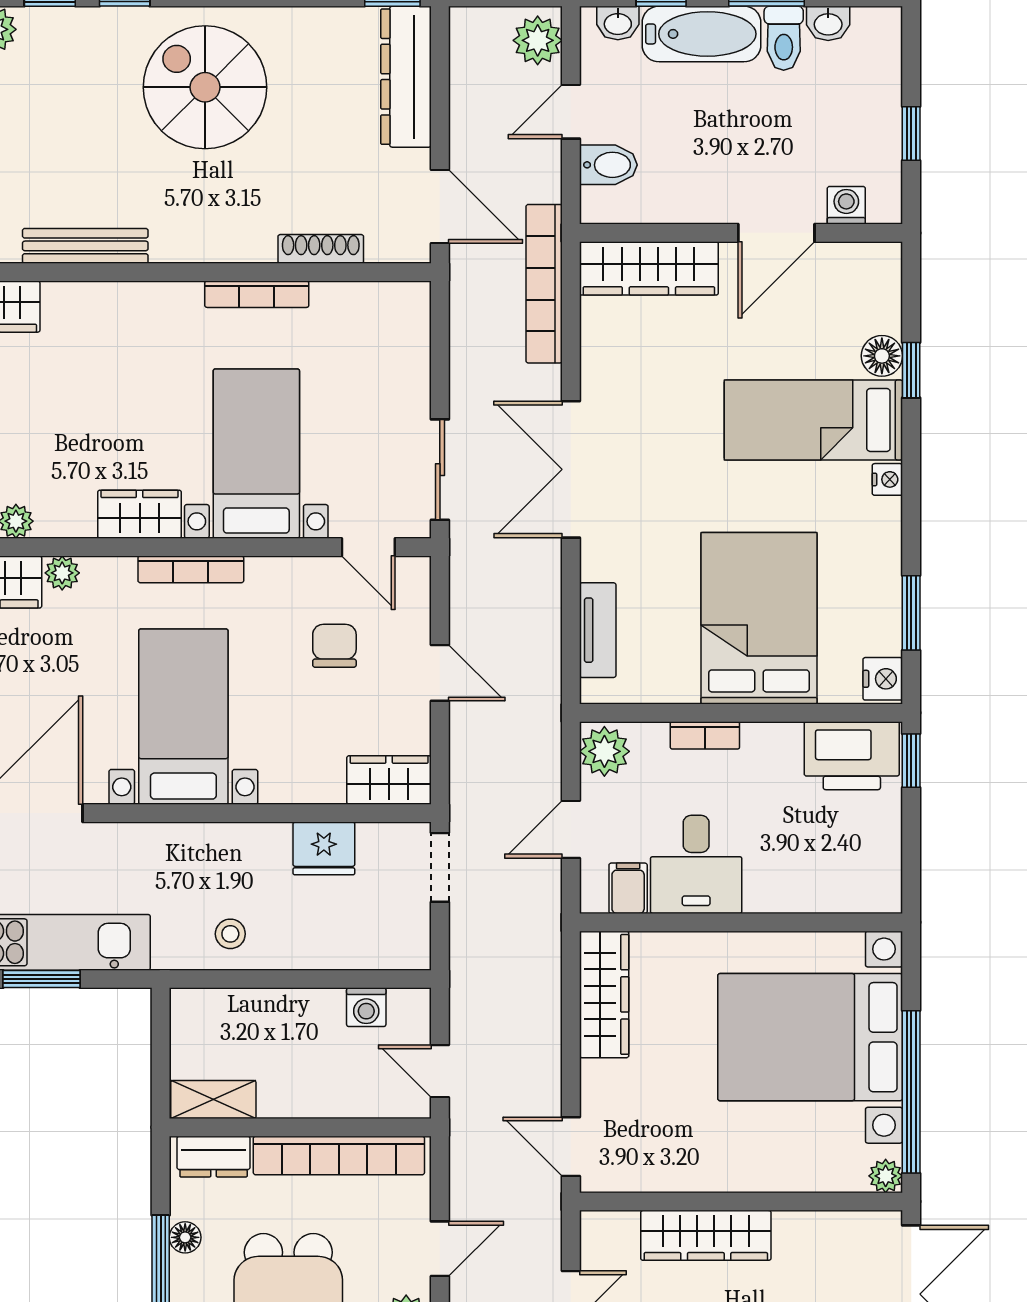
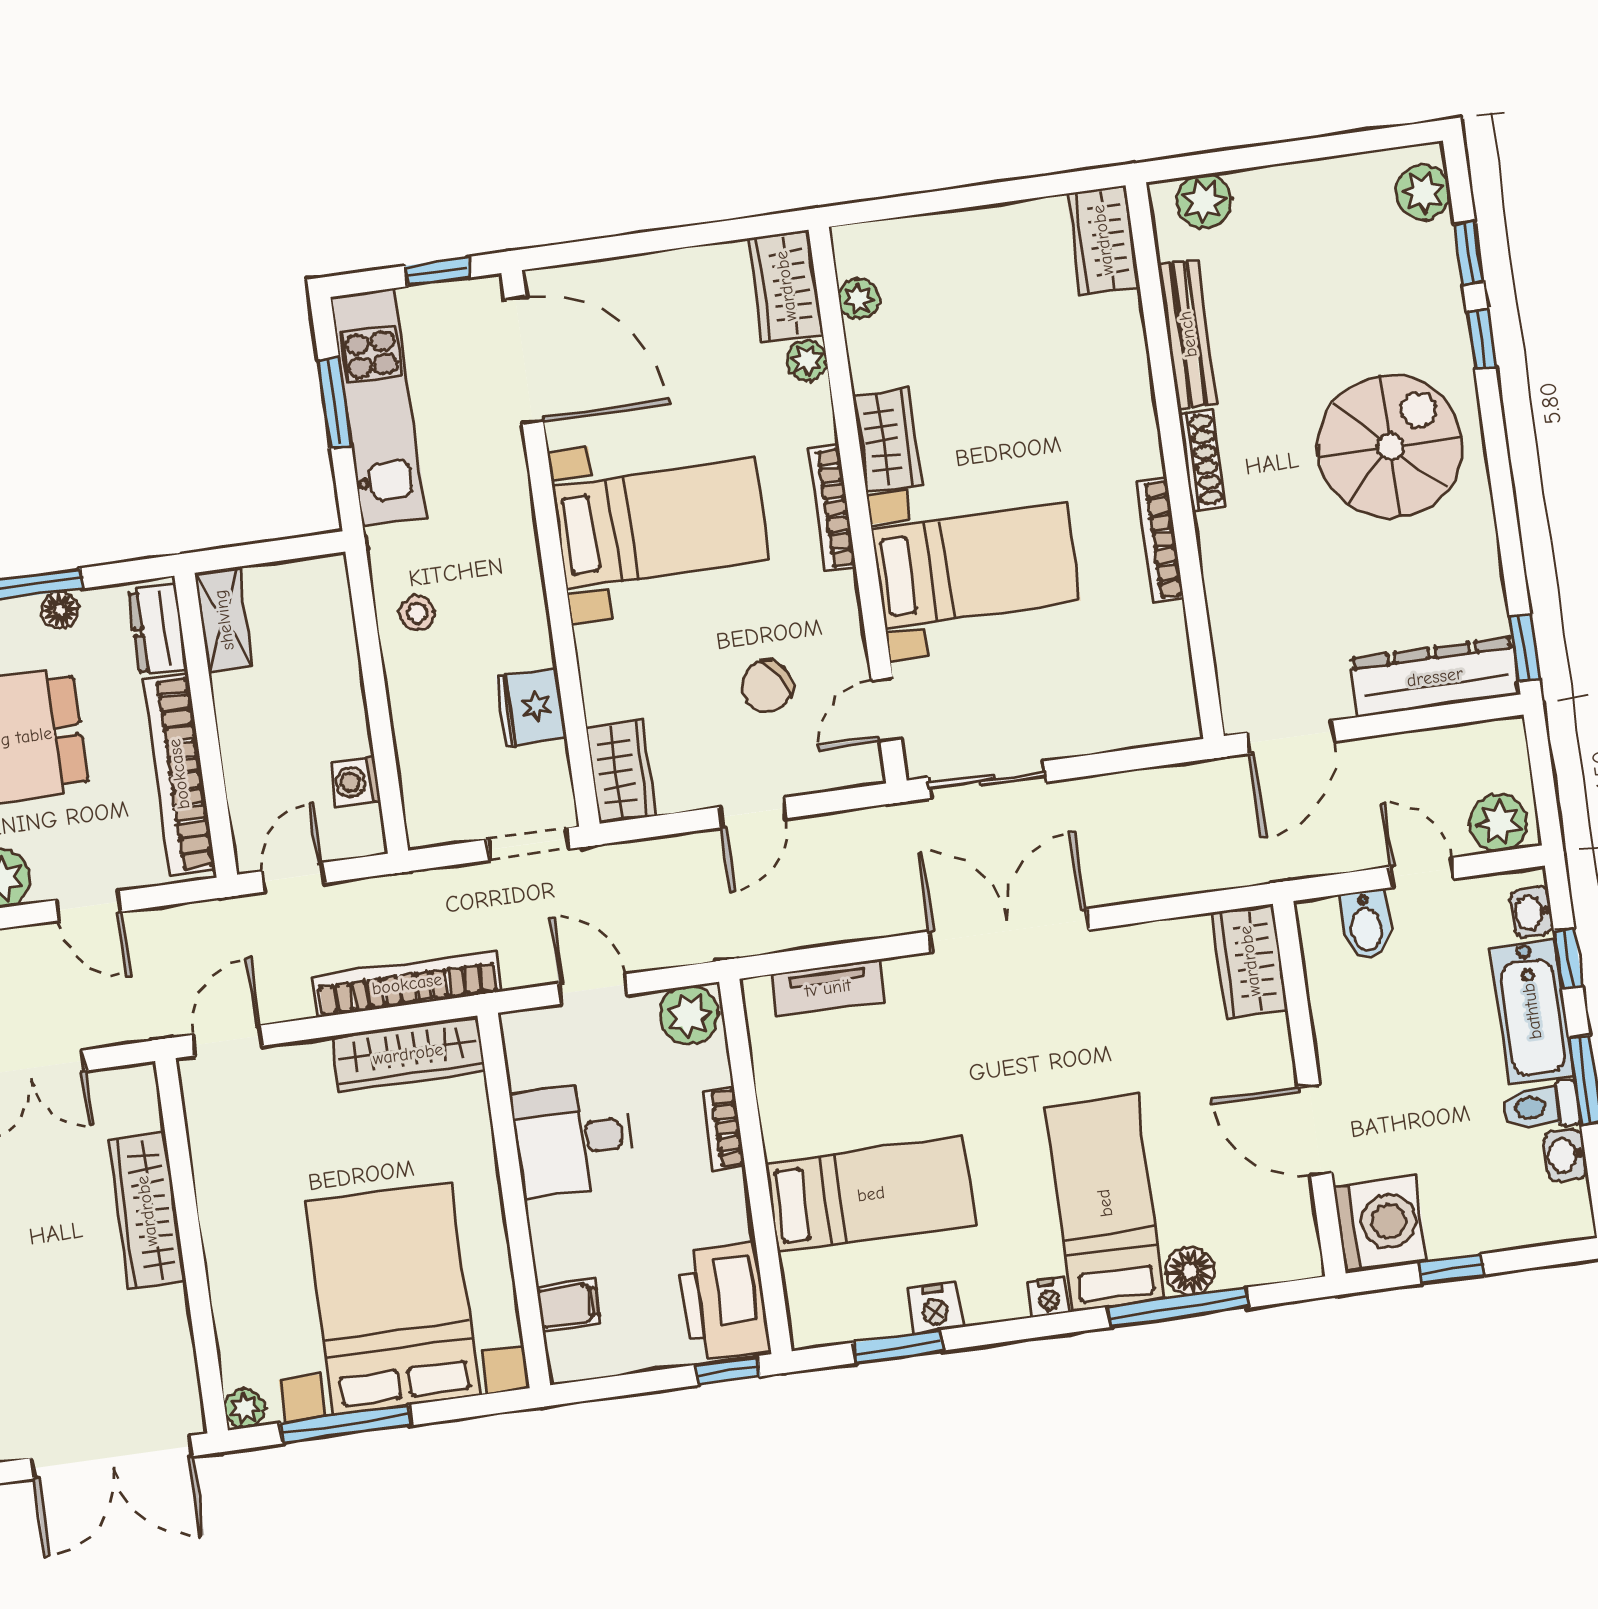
washing machine: (846, 205) -> (1380, 1222), width x1.89, depth x1.89
shoe rack: (321, 249) -> (1202, 460), moved
wardrobe: (649, 268) -> (1250, 961), width x0.67
bookcase: (544, 284) -> (407, 984), moved
window: (911, 370) -> (1178, 1307), width x2.17
bed: (759, 618) -> (871, 1194), width x0.67
chair: (334, 646) -> (767, 686), turned 148
nightstand: (883, 679) -> (935, 1308), moved
filing cabinet: (628, 888) -> (569, 1305), moved
window: (911, 1092) -> (346, 1424), width x0.68

